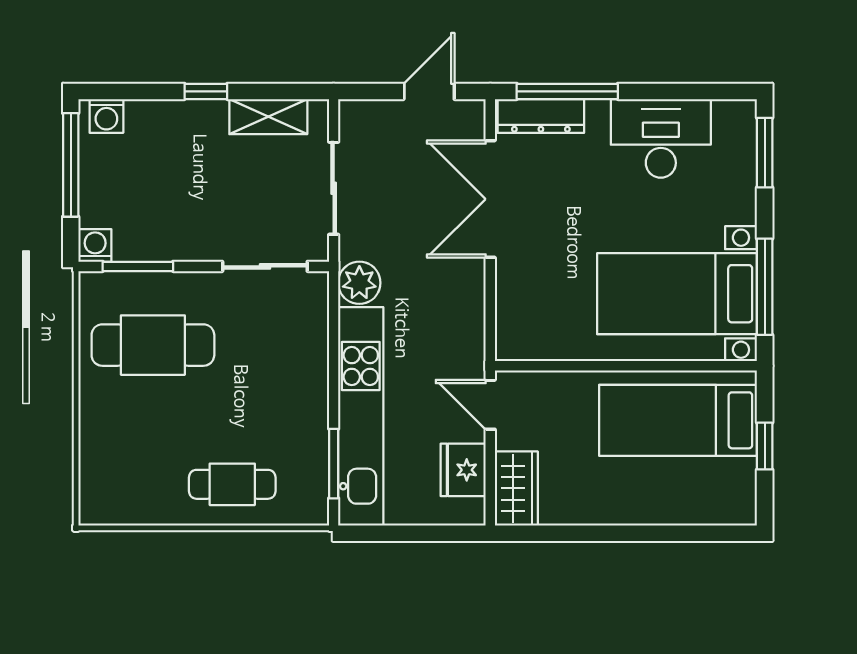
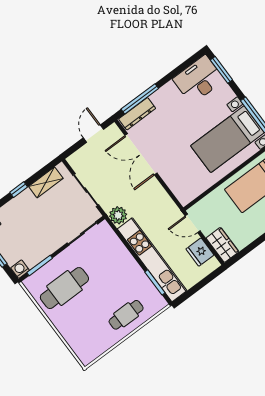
desk: (661, 138) -> (199, 80), moved

